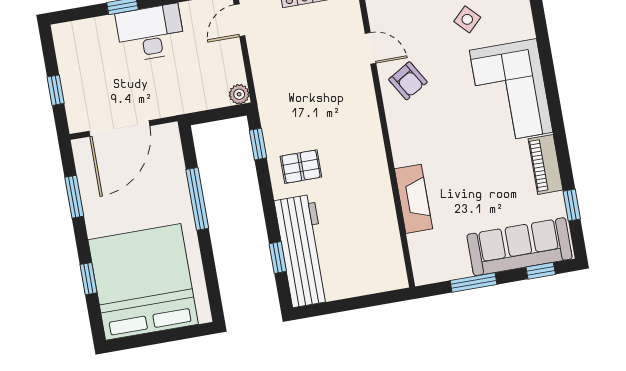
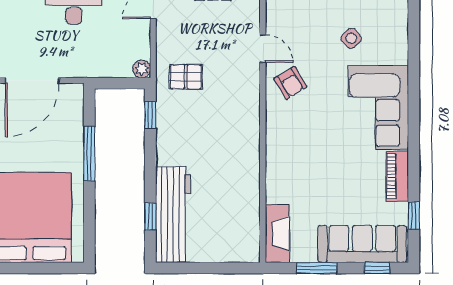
pallet: (301, 167) -> (186, 77), moved
fireplace: (413, 199) -> (277, 234), moved

